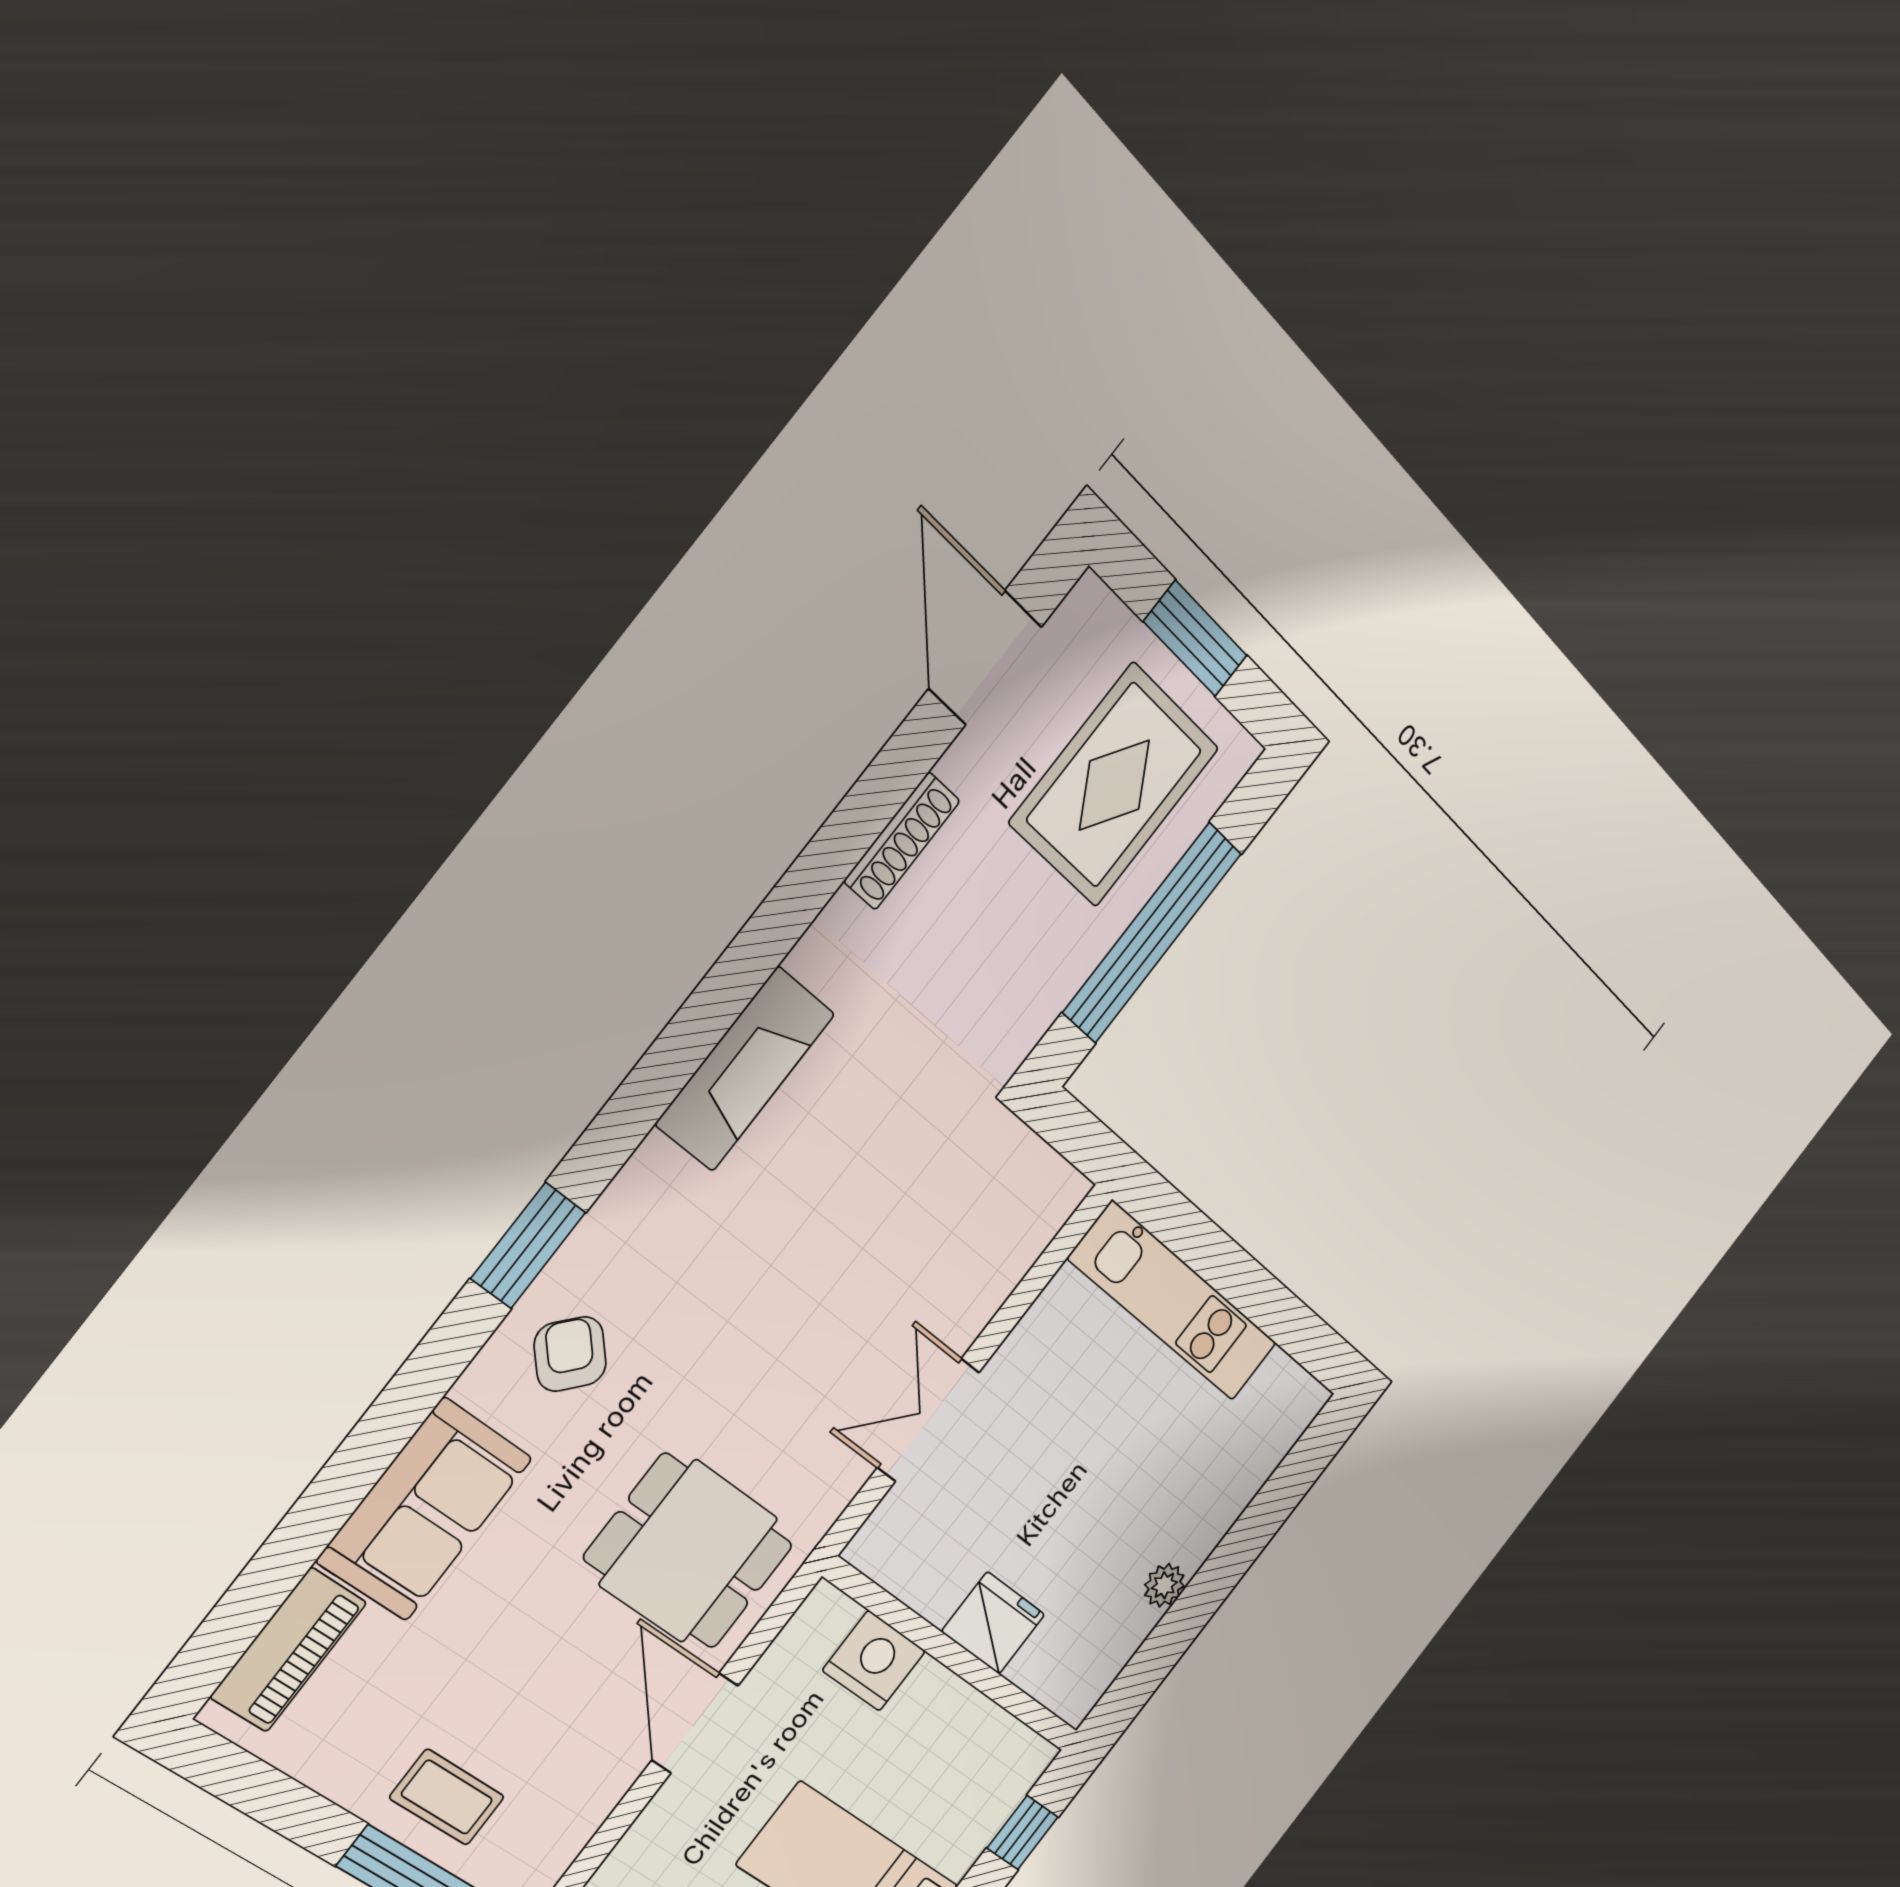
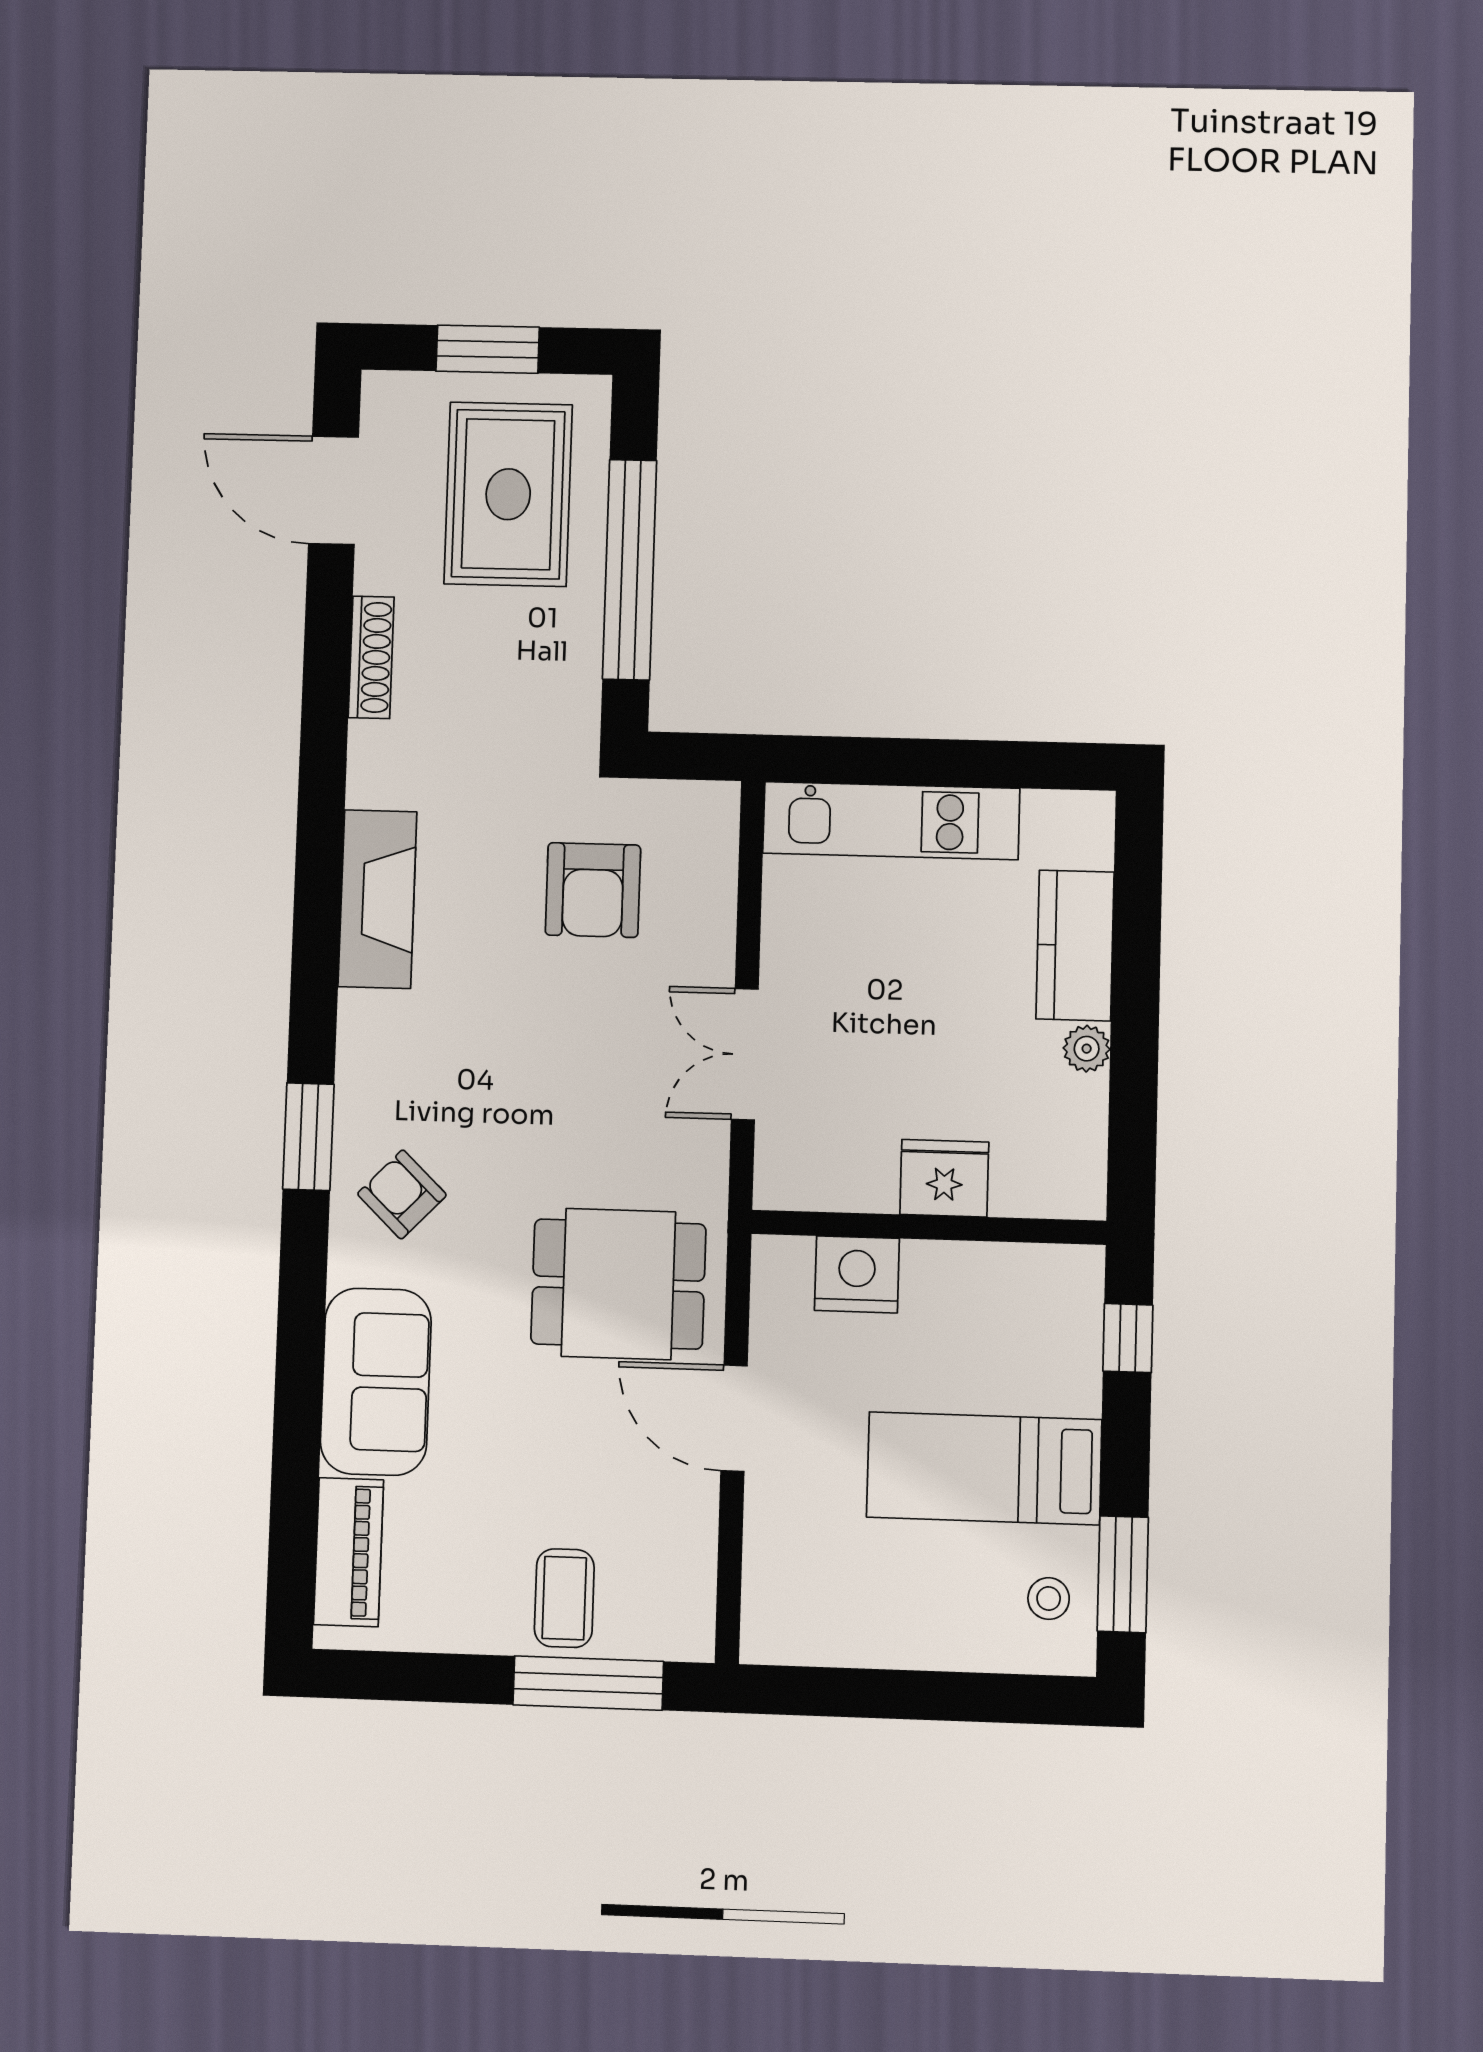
armchair: (920, 1193) -> (593, 890), added
kitchen counter: (1218, 1497) -> (1075, 945), added
coffee table: (447, 1797) -> (564, 1598), turned 90

